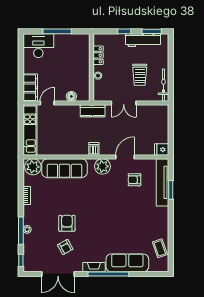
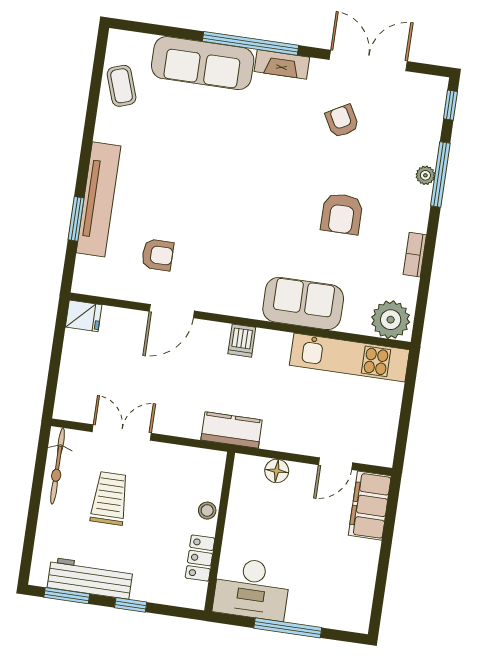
desk: (38, 46) -> (252, 589), moved
double door: (124, 103) -> (122, 432), moved
kitchen unit: (30, 131) -> (349, 357), moved, turned -90
plant: (102, 166) -> (228, 297), removed
sofa: (64, 168) -> (303, 303), width x0.73
tv unit: (163, 182) -> (99, 199), moved
armchair: (67, 223) -> (342, 214), moved

